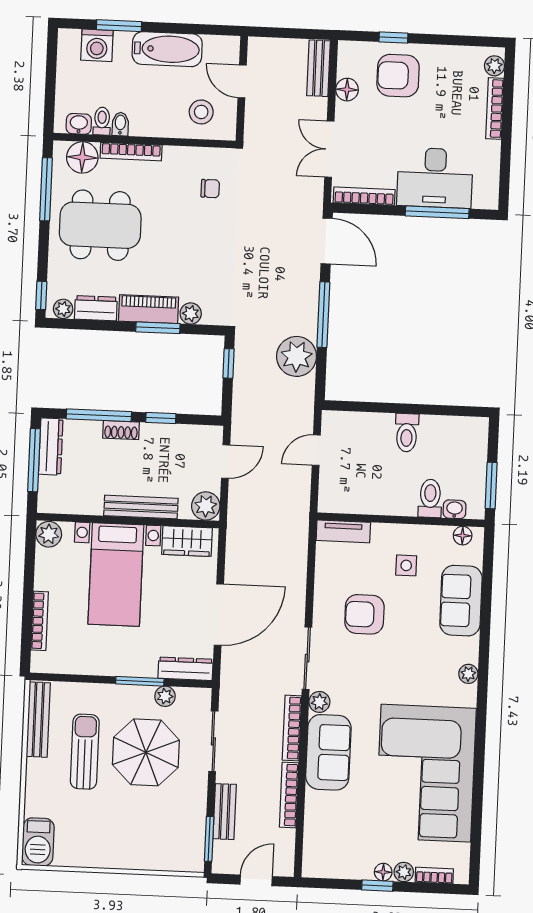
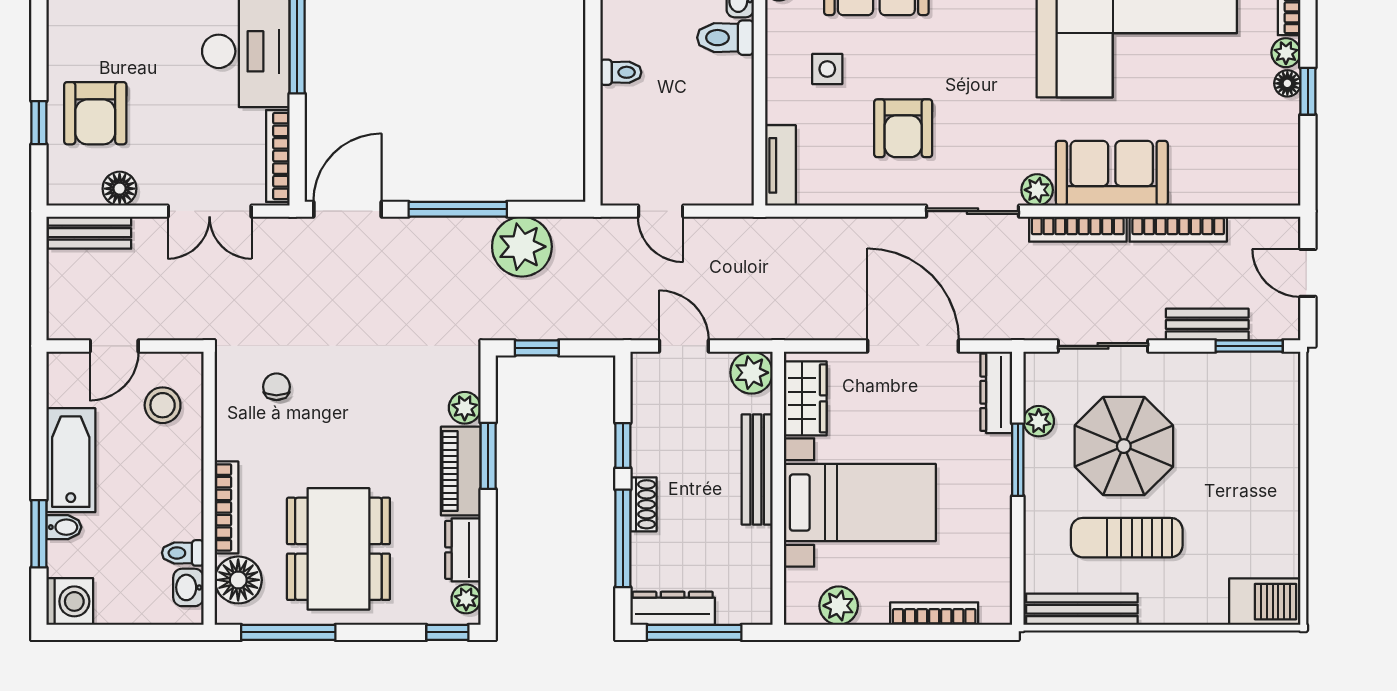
washing machine: (97, 45) -> (70, 601), moved
bidet: (120, 124) -> (64, 527), moved, turned 180
toilet: (407, 433) -> (621, 72), width x0.73, depth x0.72
plant: (49, 534) -> (839, 606), moved

